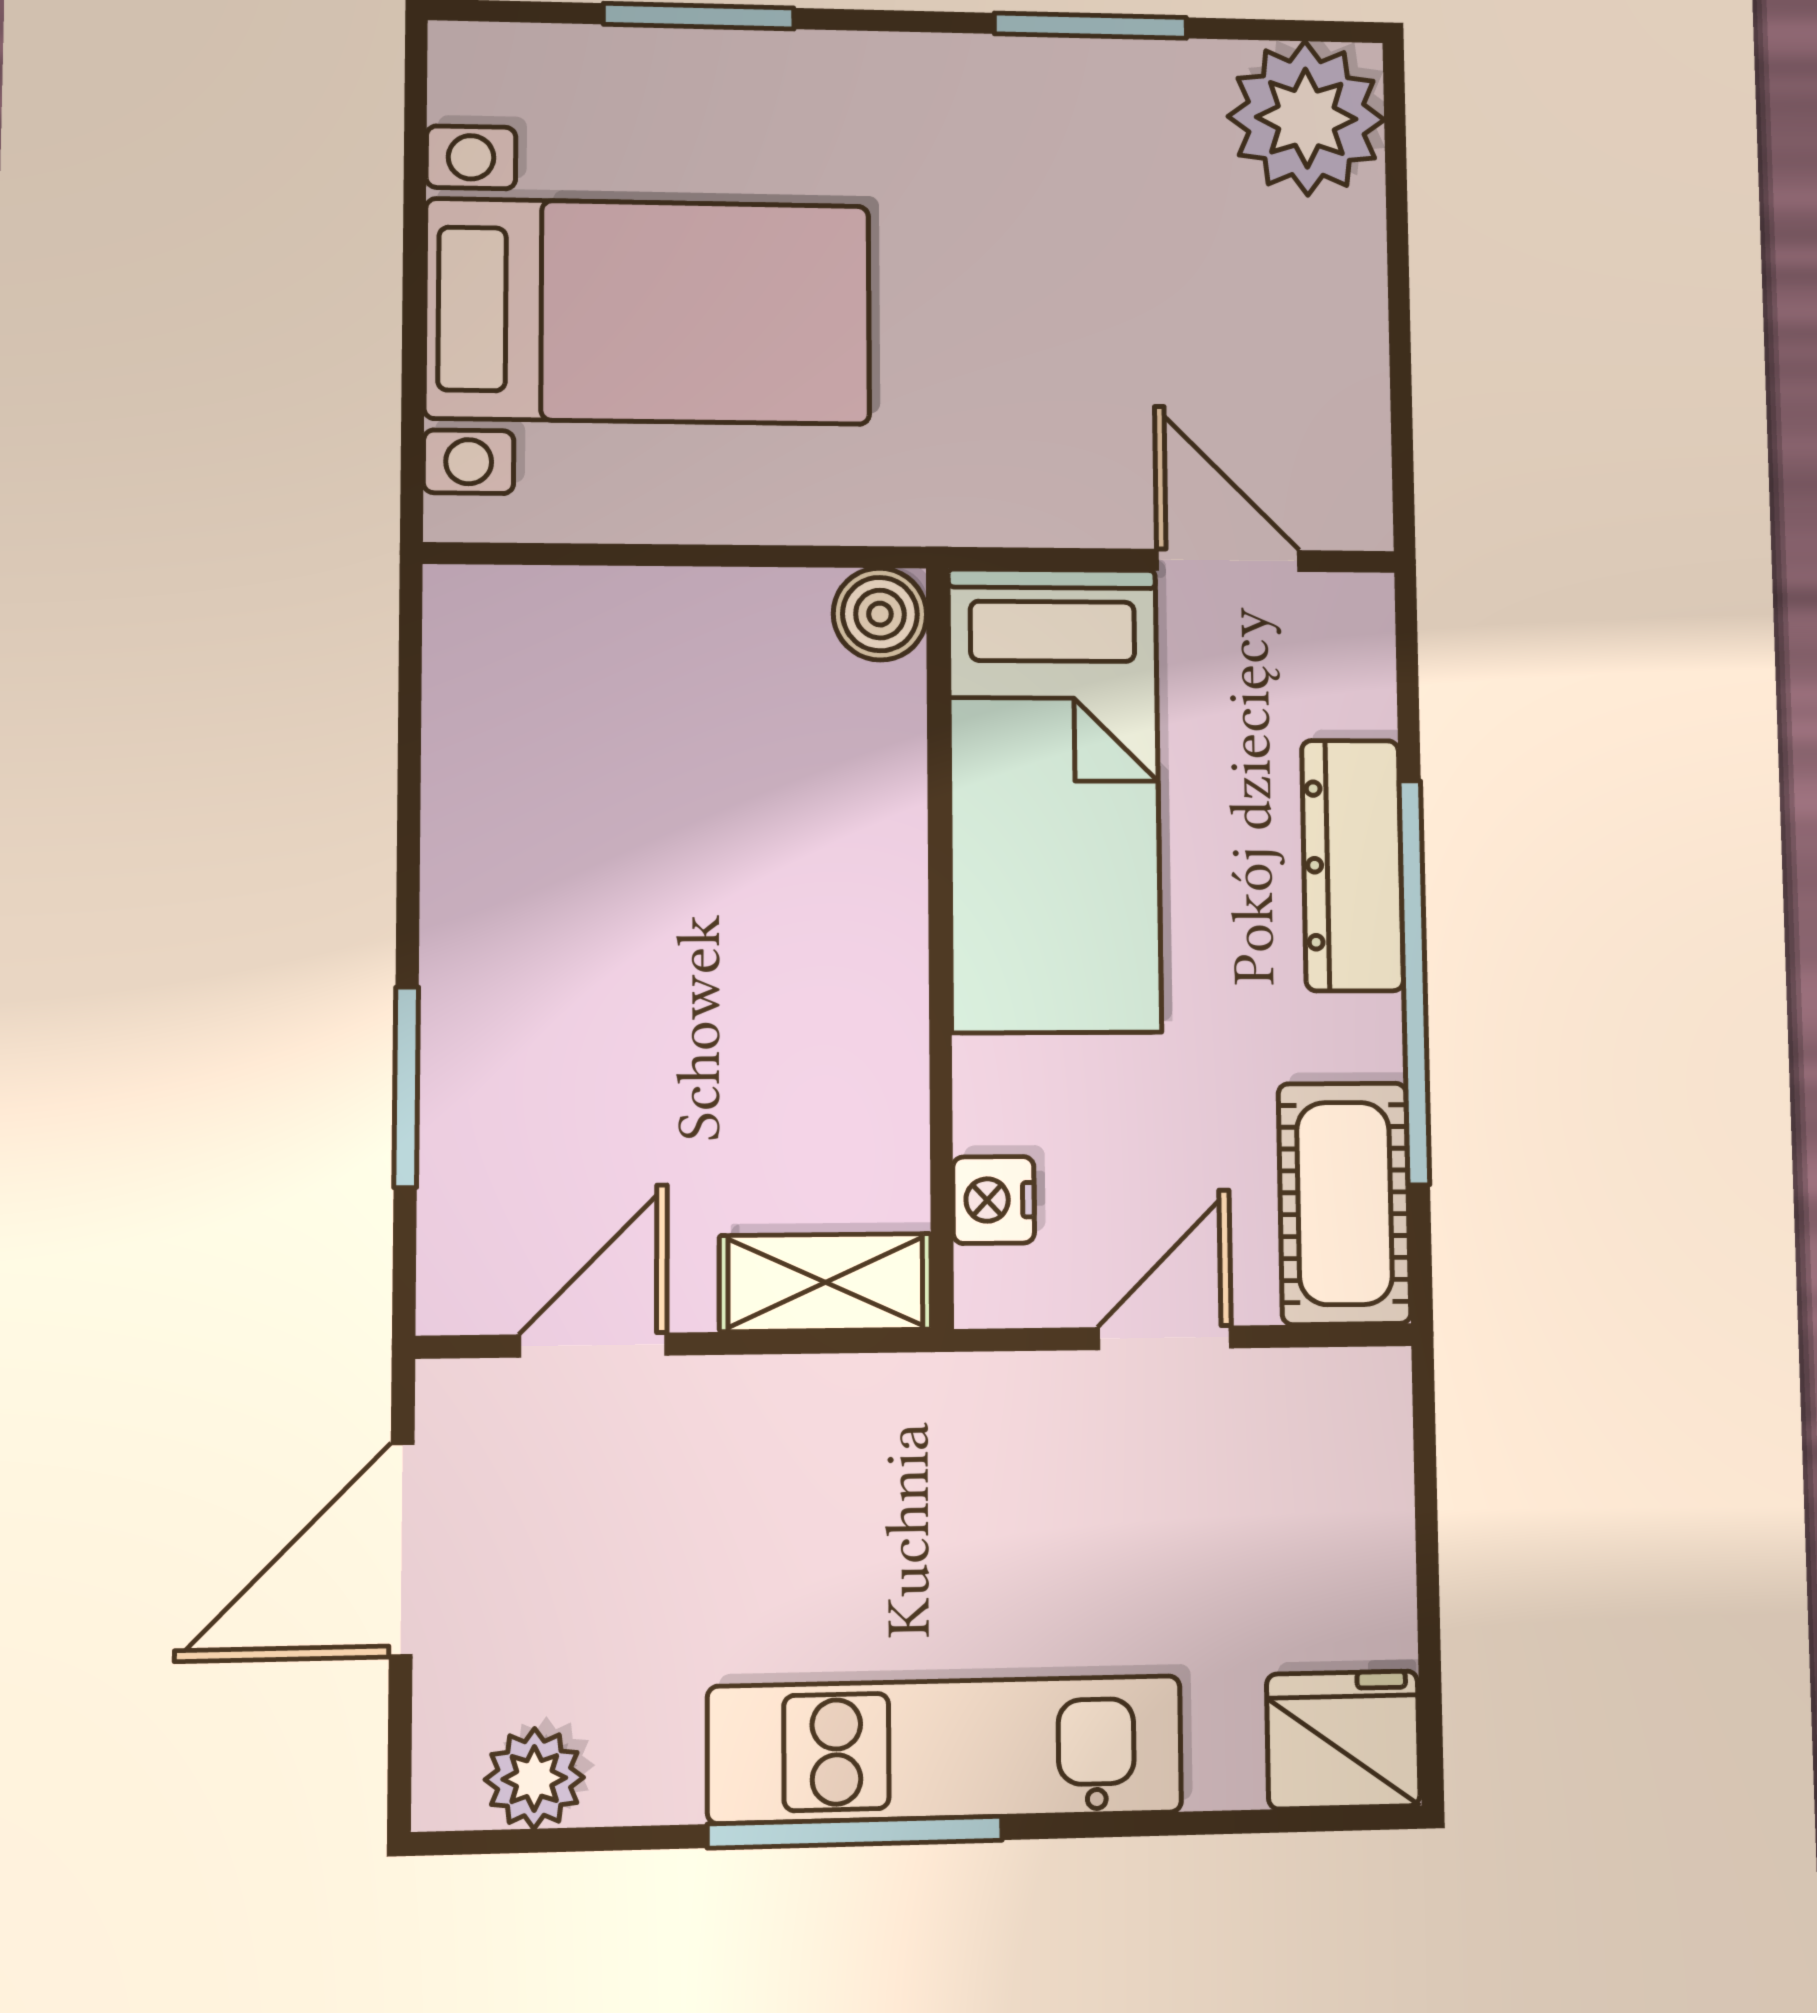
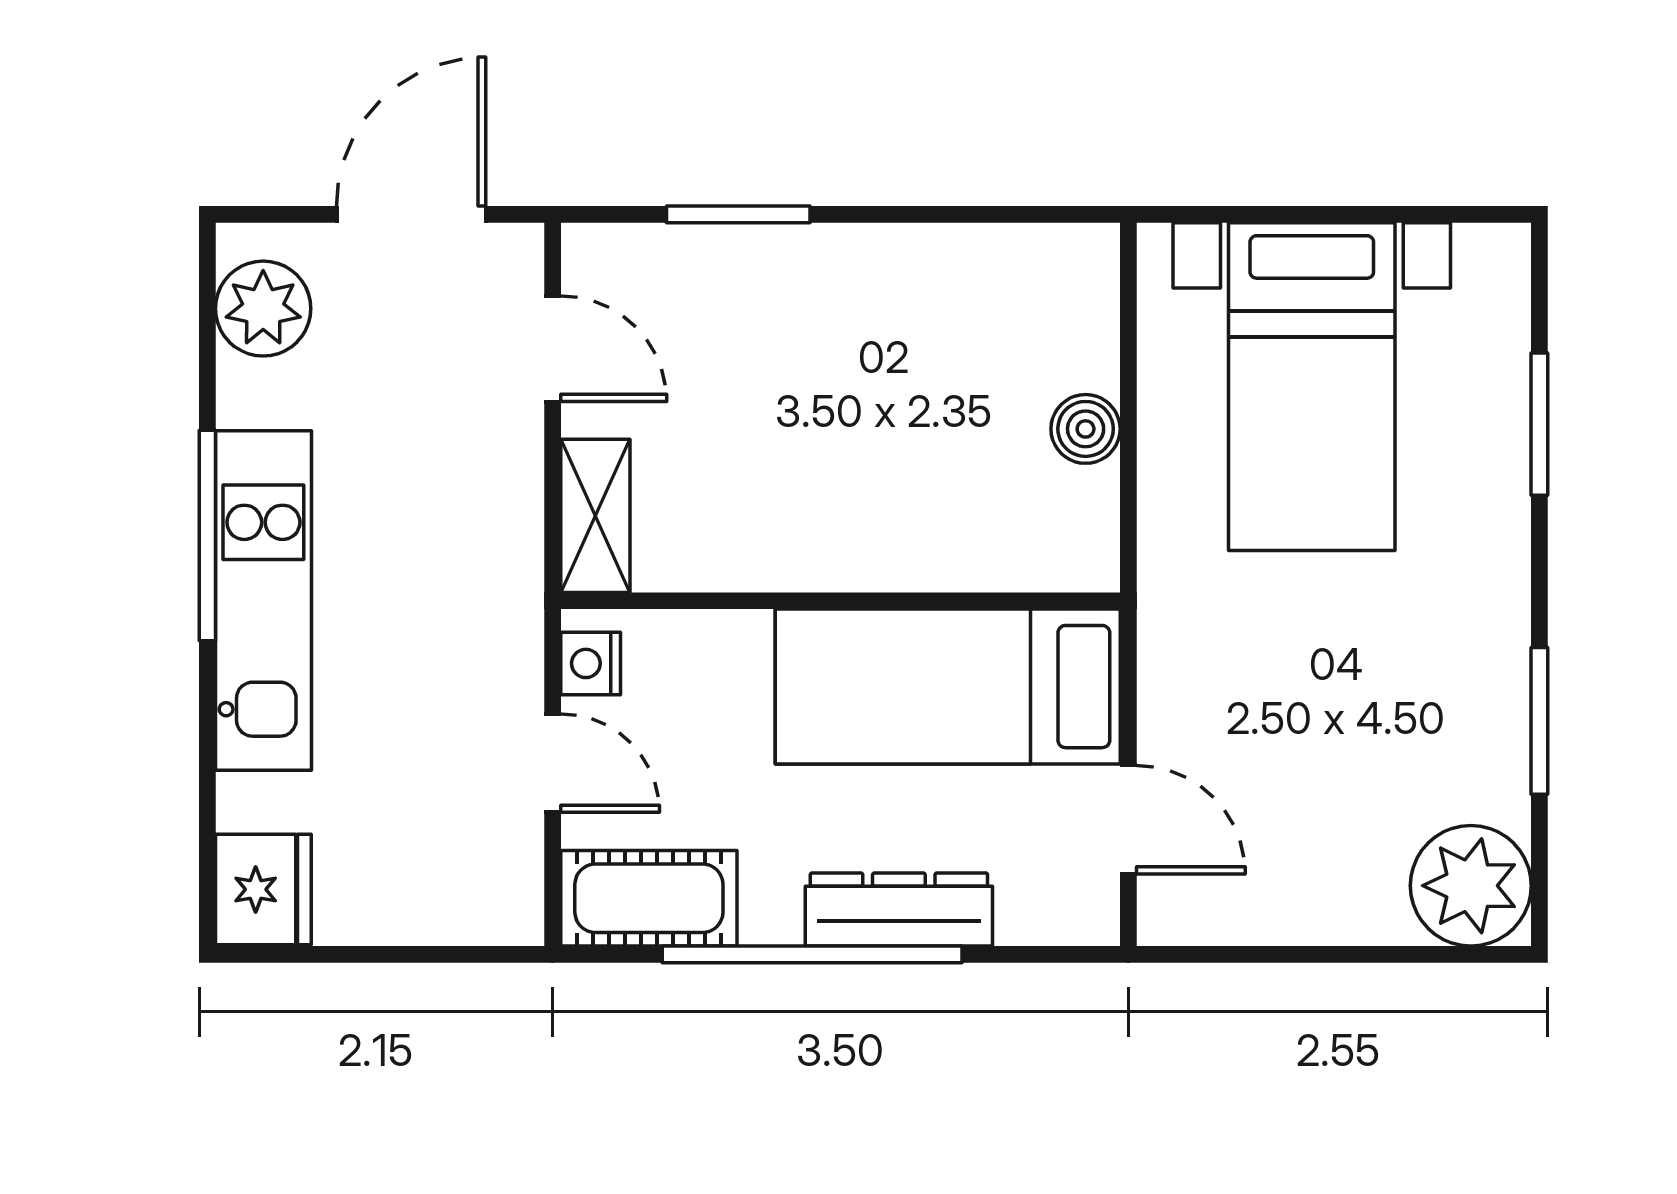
door: (1228, 560) -> (1128, 820), hinge flipped
boiler: (880, 614) -> (1086, 429), moved
nightstand: (994, 1200) -> (591, 663), moved, turned -90
door: (402, 1549) -> (411, 214), hinge flipped
plant: (534, 1779) -> (263, 309), width x1.38, depth x1.38

